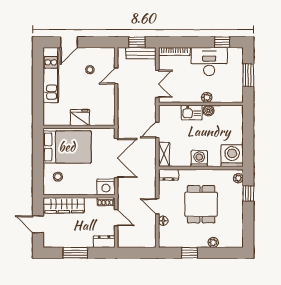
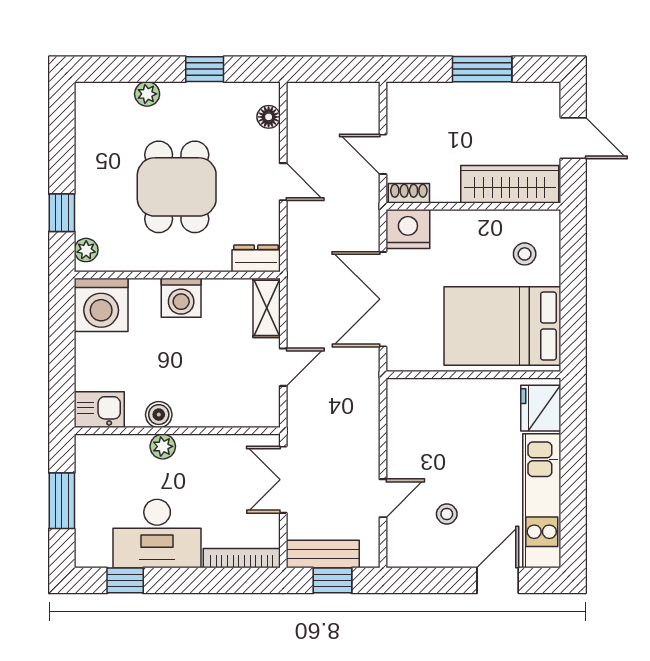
kitchen sink: (192, 113) -> (99, 410), moved
fridge: (80, 117) -> (541, 408), moved, turned 90
floor lamp: (163, 221) -> (269, 117), moved
dresser: (104, 242) -> (413, 96), removed

